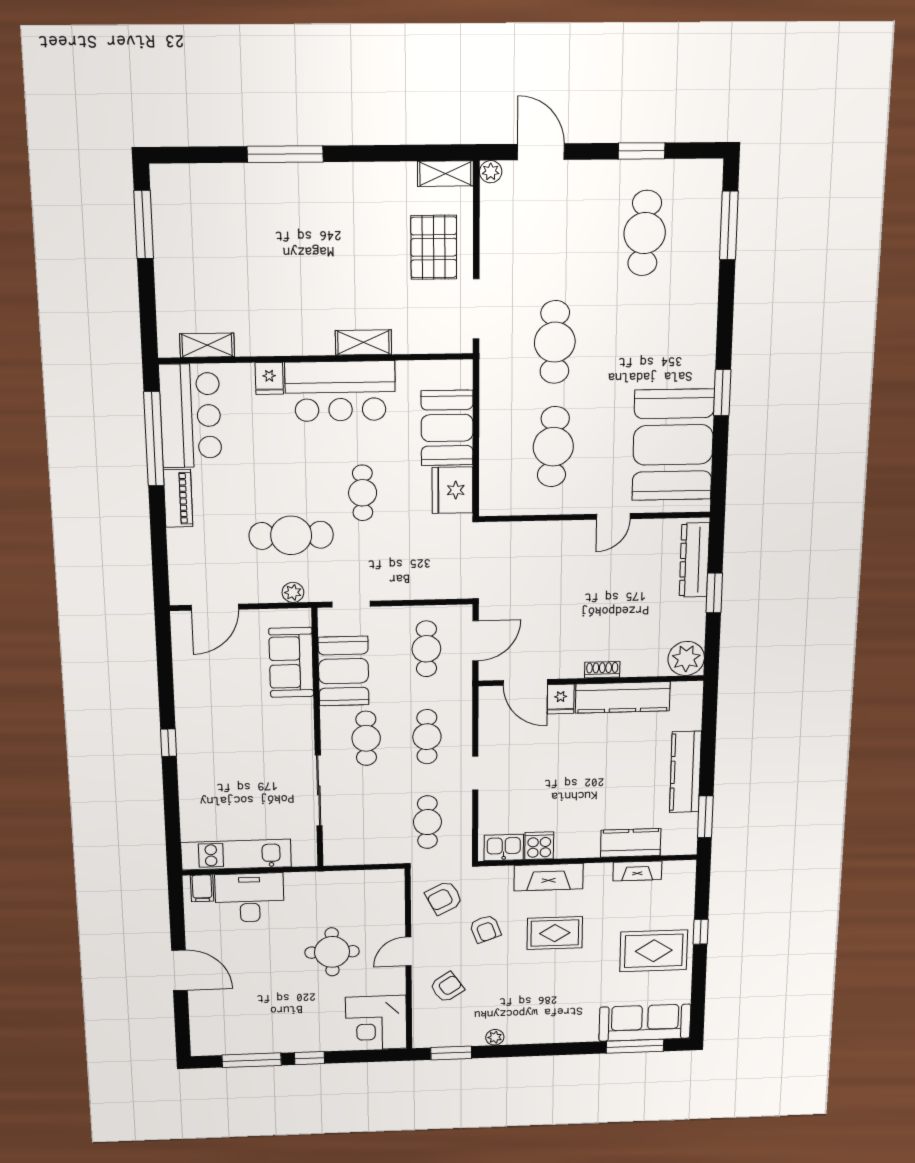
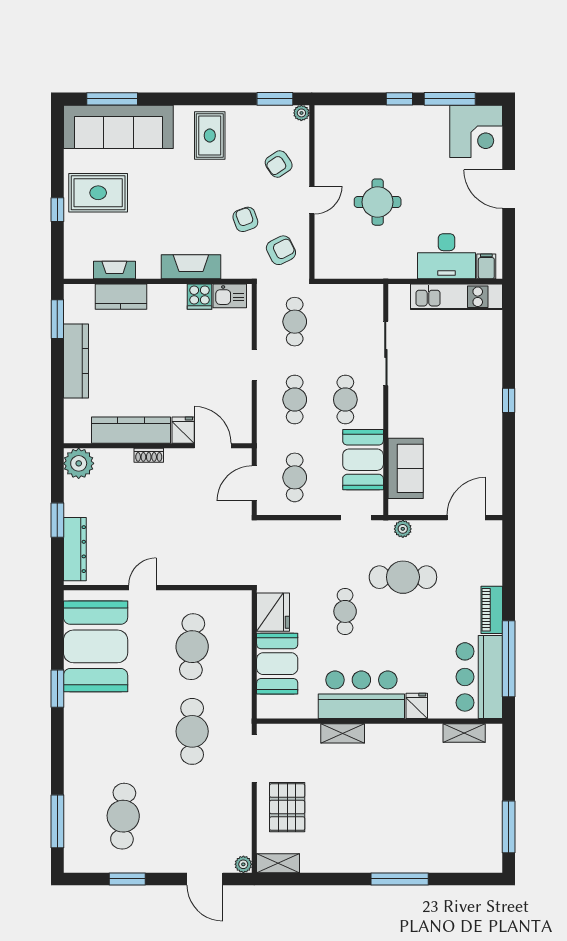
rug: (555, 933) -> (210, 136), moved, turned 90
corner desk: (376, 1023) -> (476, 131), moved, turned 90
sofa: (645, 1023) -> (118, 127), width x1.36, depth x1.27
plant: (495, 1037) -> (301, 113), moved

